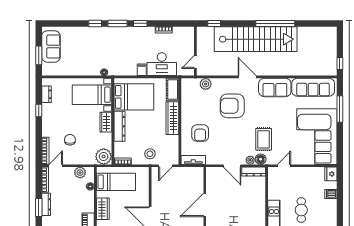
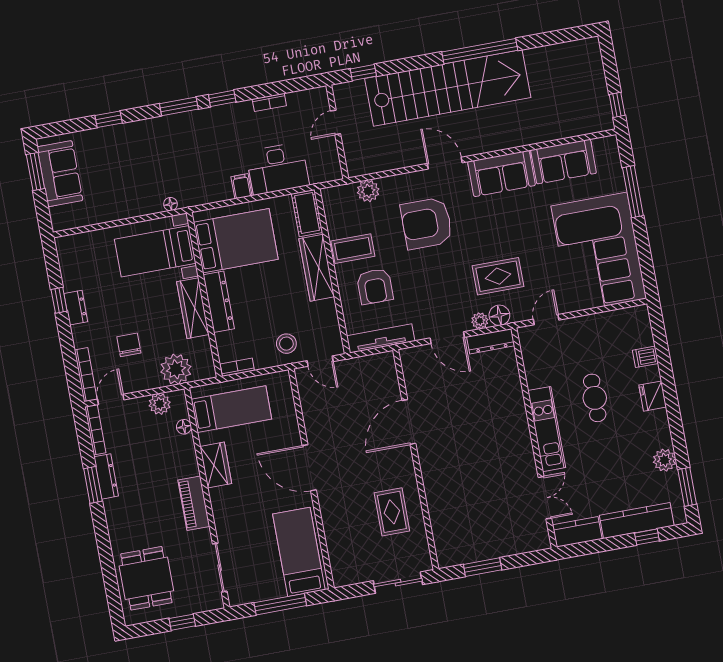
window: (95, 23) -> (109, 119), moved
window: (39, 55) -> (35, 172), moved
door: (195, 62) -> (336, 122), moved
sofa: (313, 87) -> (564, 162), width x0.73
dresser: (46, 94) -> (76, 308), moved
coffee table: (193, 112) -> (353, 249), added
wardrobe: (106, 122) -> (193, 308), width x1.50
rug: (264, 139) -> (498, 276), turned 90
plant: (104, 156) -> (176, 369), moved
tv unit: (193, 160) -> (381, 338), width x1.41
door: (165, 166) -> (320, 361), hinge flipped
fridge: (331, 174) -> (653, 396), moved

